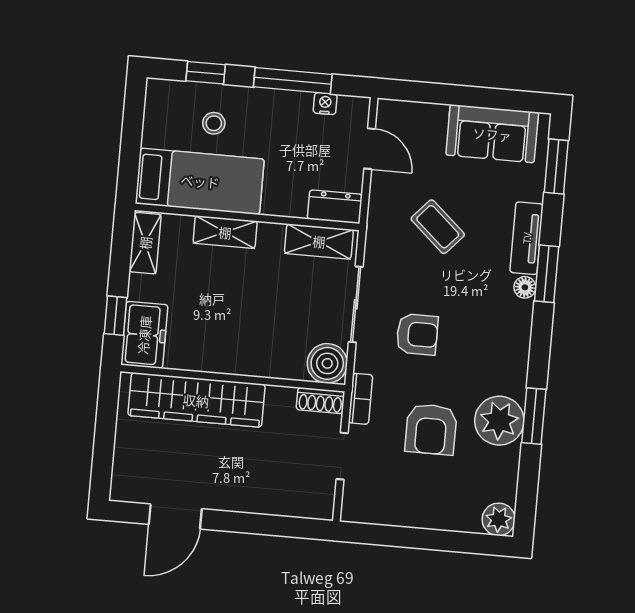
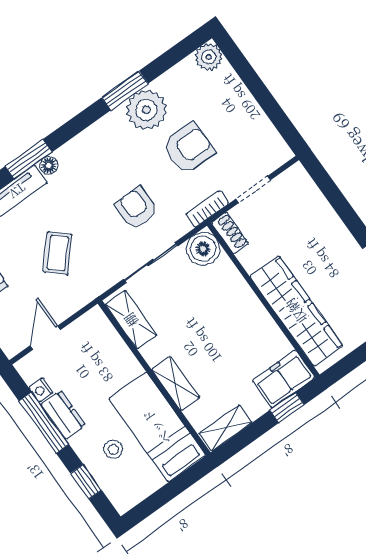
dresser: (335, 207) -> (63, 415), moved, turned 180

